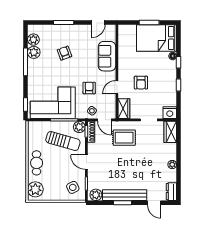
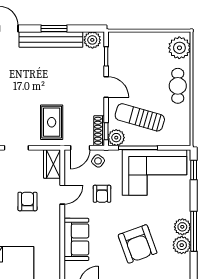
plant: (33, 40) -> (182, 227), moved
armchair: (64, 53) -> (138, 244), width x1.88, depth x1.88
door: (104, 120) -> (80, 148), swing flipped
rug: (124, 138) -> (52, 122), turned 90
side table: (73, 187) -> (126, 51), removed

